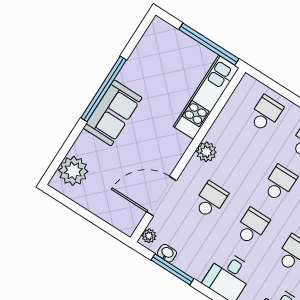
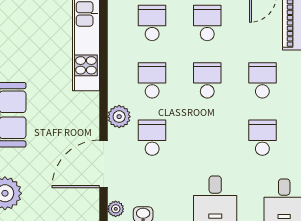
plant: (206, 152) -> (119, 117), moved
school desk: (252, 226) -> (152, 80), moved

